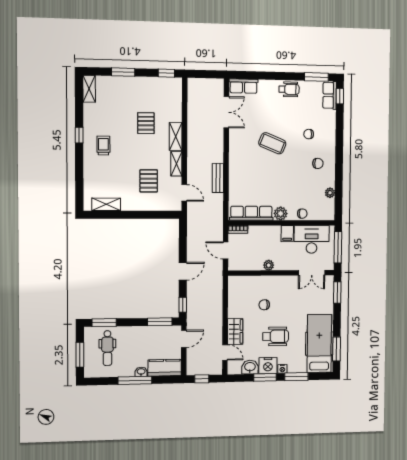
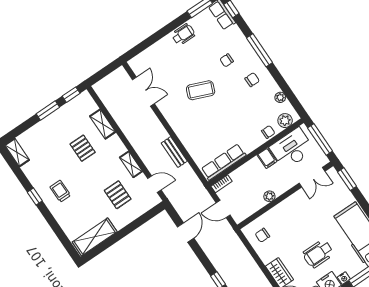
window: (123, 72) -> (48, 110), moved
row of seats: (243, 86) -> (143, 59), removed
shelving: (176, 137) -> (103, 124), moved
window: (339, 144) -> (259, 50), added
shelving: (106, 204) -> (95, 237), width x1.50, depth x1.33
plant: (281, 214) -> (285, 121), moved
door: (183, 271) -> (186, 233), moved
chair: (264, 305) -> (262, 235), moved
wheelchair: (276, 336) -> (318, 254), turned 180

